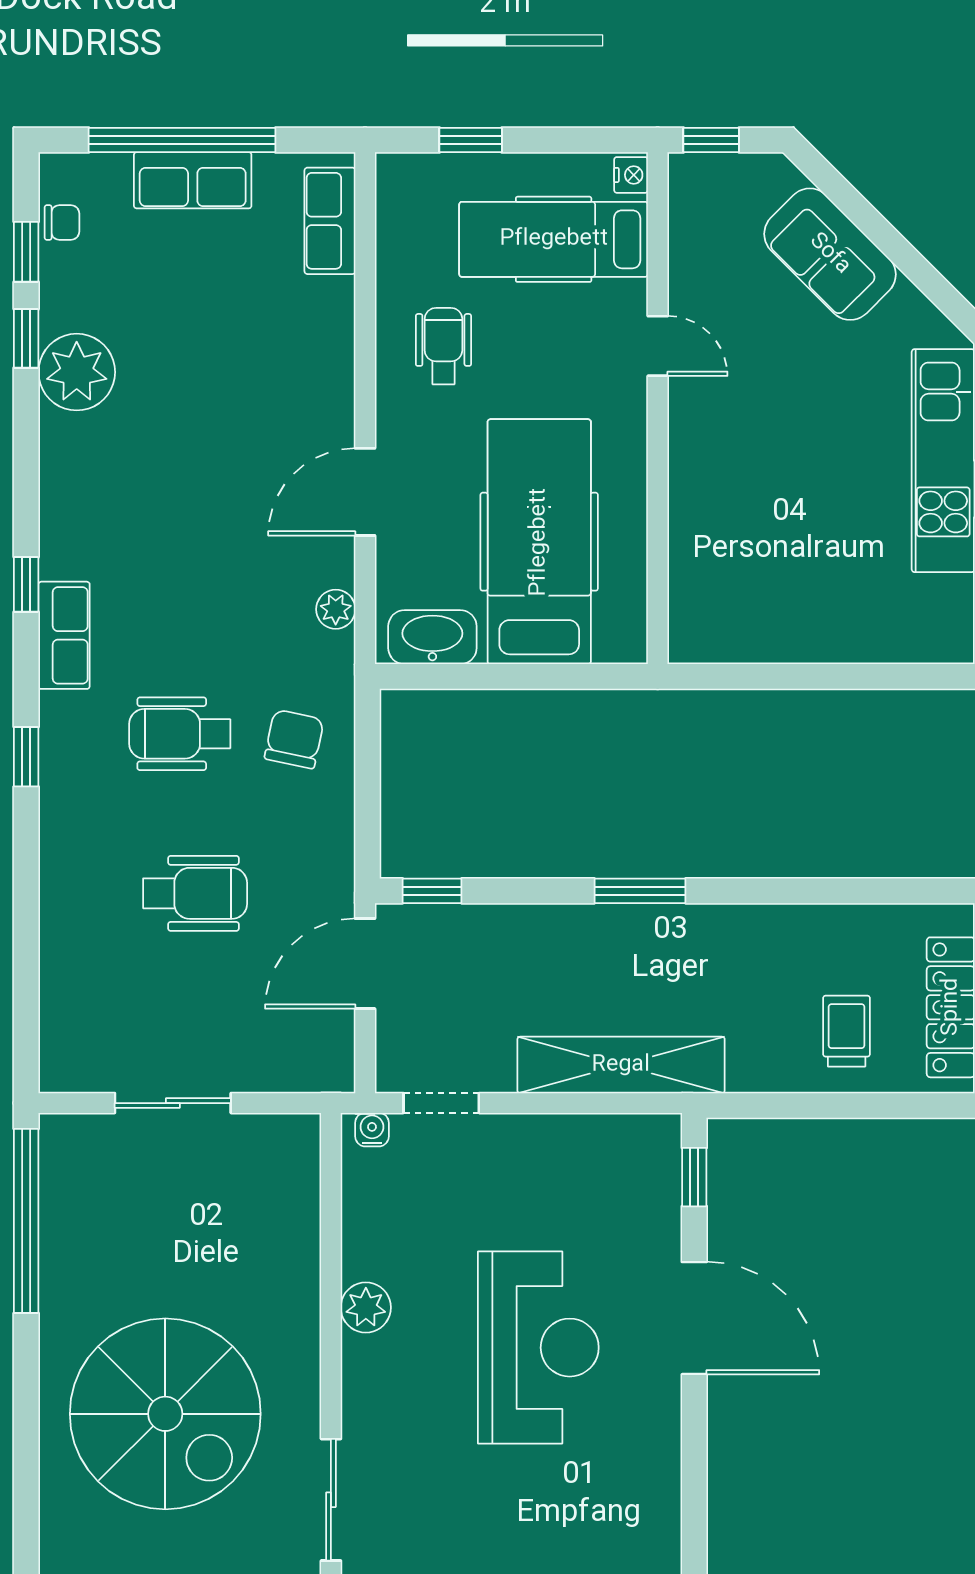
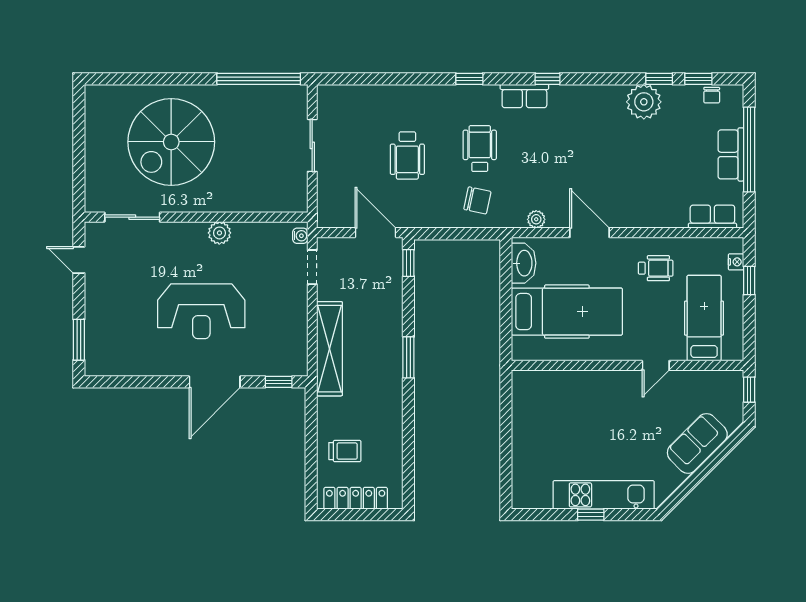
nightstand: (631, 175) -> (736, 262), moved, turned -90

